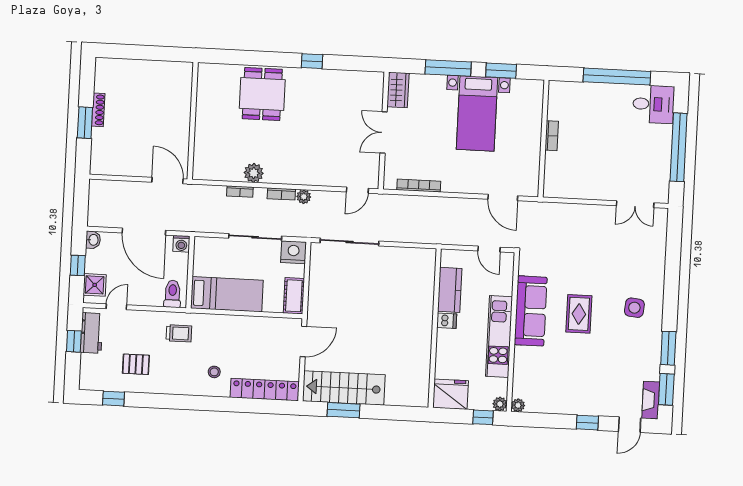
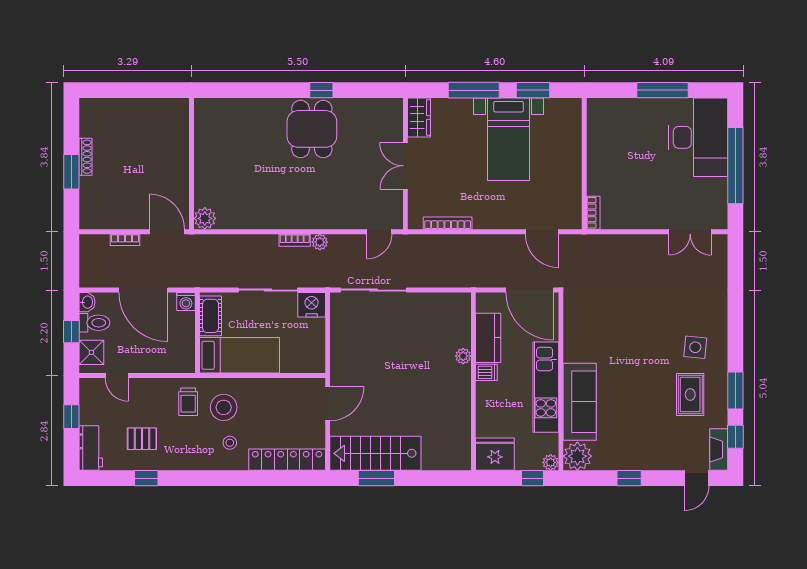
window: (617, 77) -> (663, 90), width x0.68
dining table: (262, 94) -> (312, 129), moved
desk: (653, 104) -> (698, 137), width x1.87, depth x1.30
bookcase: (552, 136) -> (593, 213), moved
plant: (254, 173) -> (205, 218), moved
bookcase: (240, 191) -> (125, 240), moved
door: (489, 249) -> (530, 290), width x1.87
toilet: (172, 294) -> (94, 323), moved, turned 90
cot: (294, 296) -> (211, 316), moved
plant: (427, 305) -> (463, 356), added
door: (116, 307) -> (117, 376), swing flipped
sofa: (531, 311) -> (580, 402), moved
rug: (579, 314) -> (690, 394), moved
workbench: (92, 333) -> (91, 448), moved
trolley: (179, 333) -> (188, 402), turned 90
stool: (210, 340) -> (224, 407), added
window: (666, 389) -> (735, 437), width x0.67
window: (113, 399) -> (146, 478), moved
plant: (518, 405) -> (577, 456), width x1.88, depth x1.88
window: (587, 423) -> (629, 478), moved

